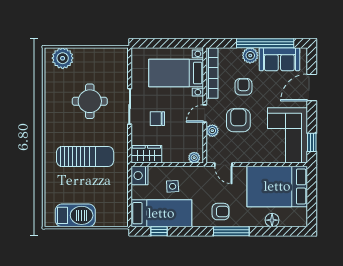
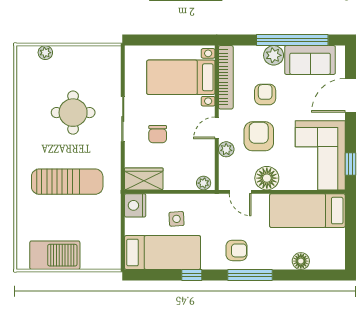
plant: (63, 58) -> (45, 53), width x0.53, depth x0.53
chair: (157, 119) -> (158, 134), turned -90
floor lamp: (245, 154) -> (267, 178), added
bed: (277, 186) -> (307, 211), width x0.67
window: (159, 231) -> (192, 275), moved

